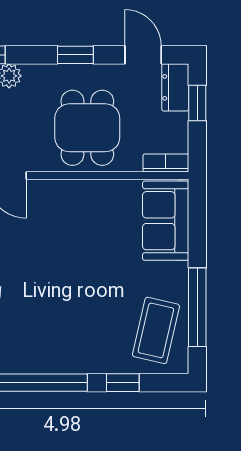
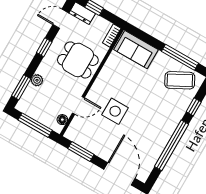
side table: (34, 247) -> (115, 111), added
coffee table: (156, 330) -> (180, 80), turned -41

